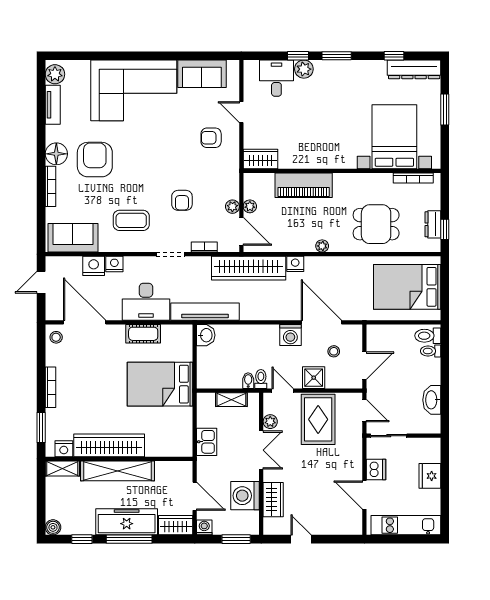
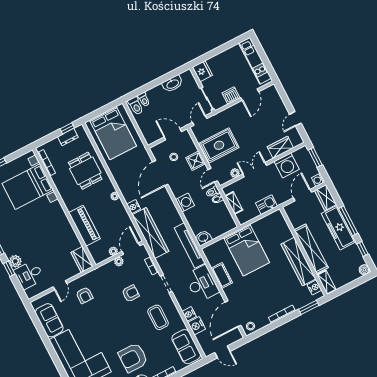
washing machine: (290, 335) -> (185, 202), moved
fridge: (430, 476) -> (202, 71), moved, turned -90

